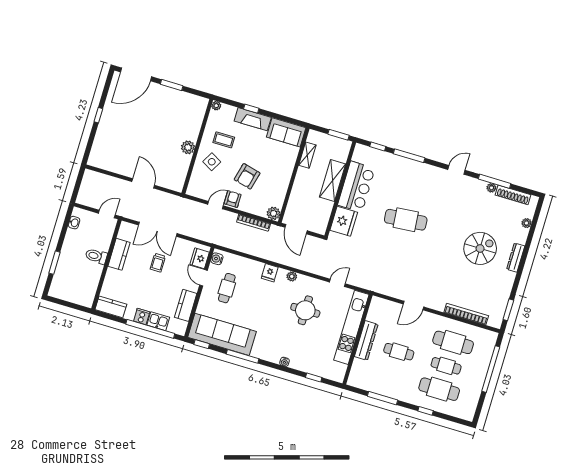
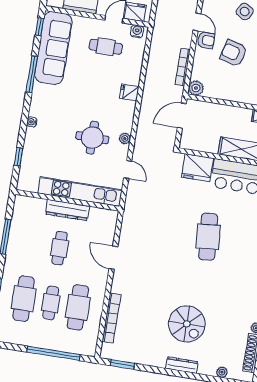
plant: (292, 276) -> (125, 138), moved

